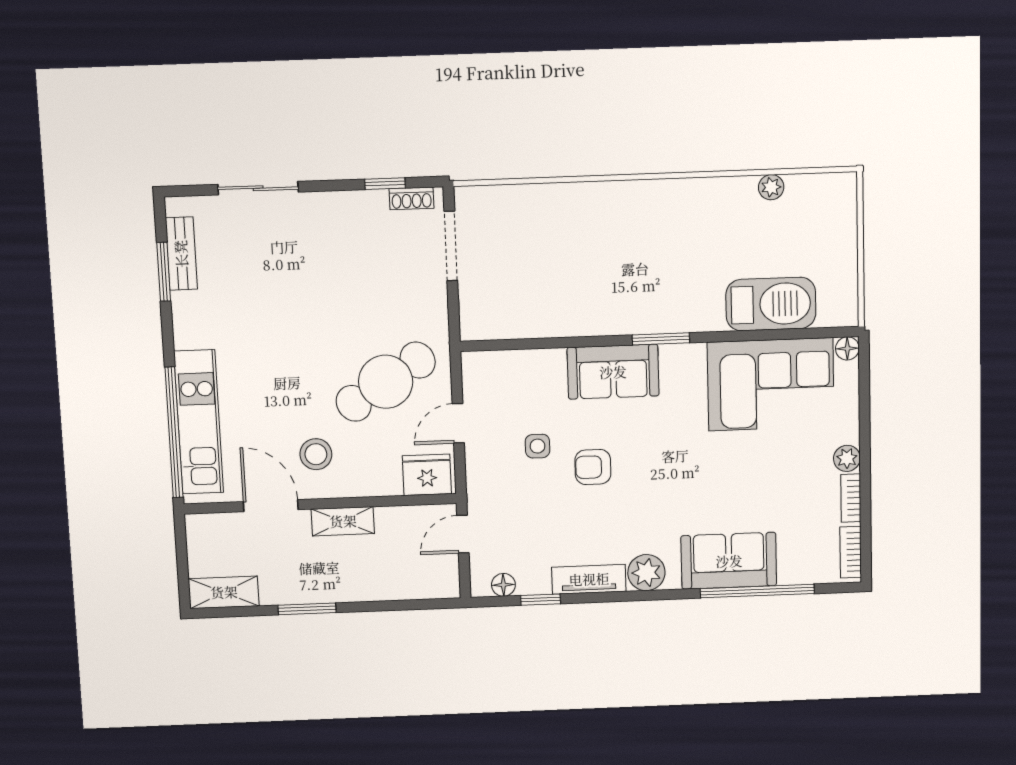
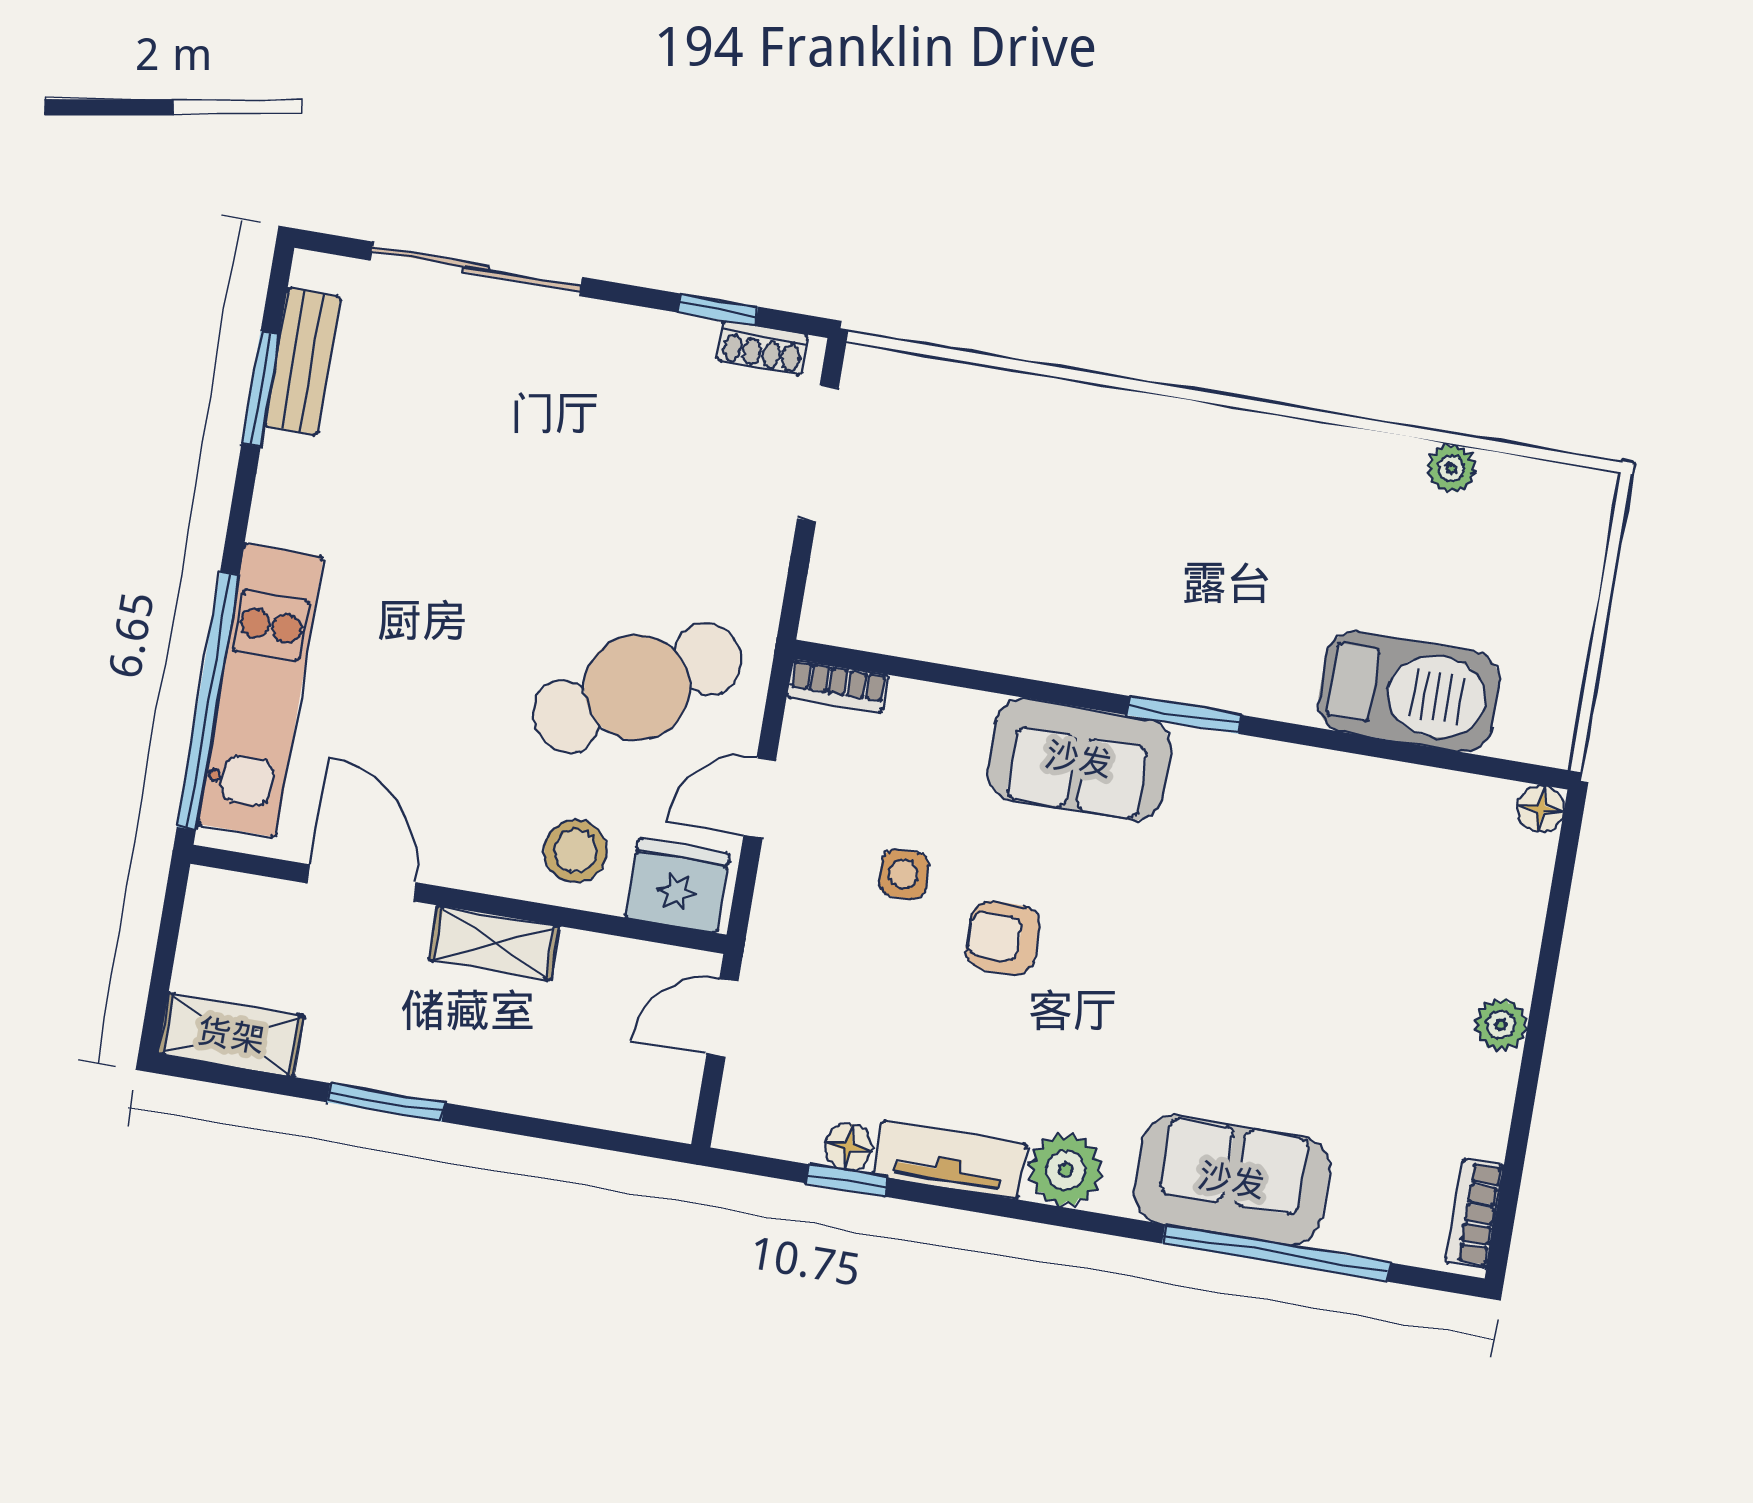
sliding door: (258, 188) -> (476, 269), width x1.37
corner sofa: (771, 384) -> (1379, 848), removed
stool: (316, 454) -> (576, 851), moved
bookcase: (851, 498) -> (838, 686), moved, turned -90
floor lamp: (503, 585) -> (848, 1147), moved

